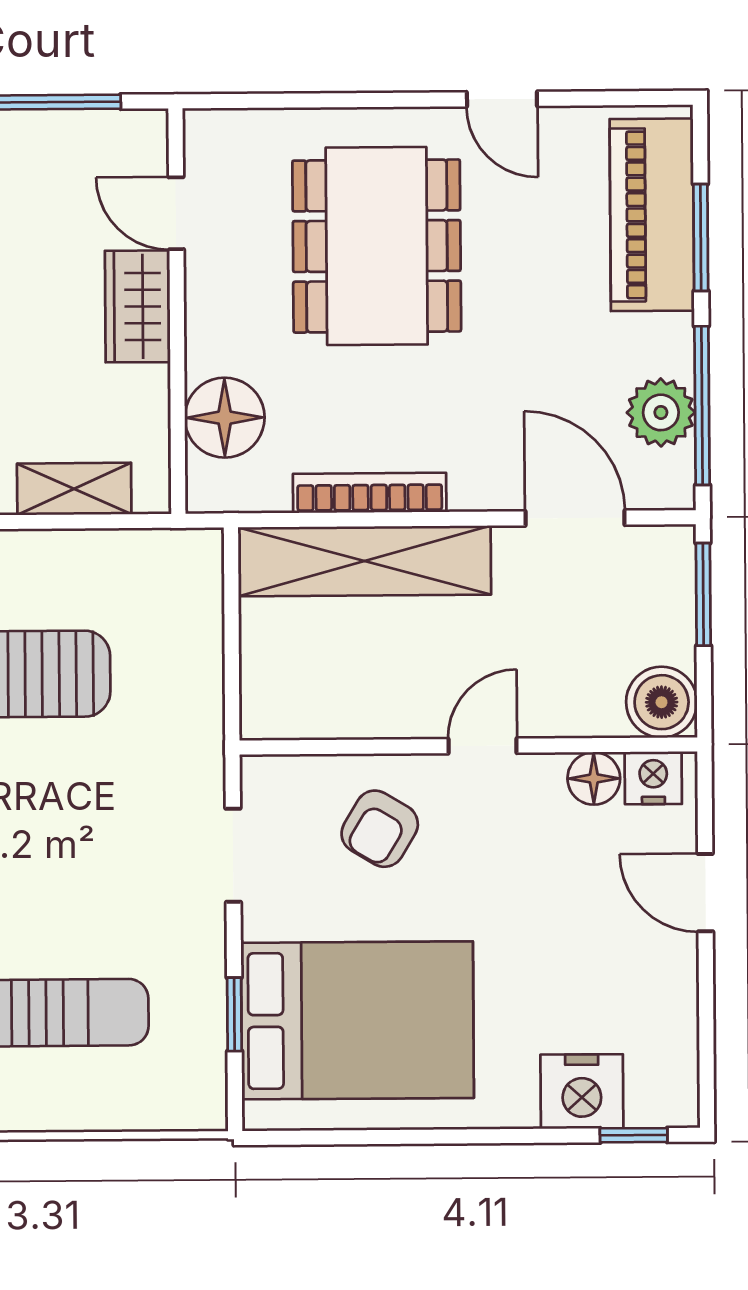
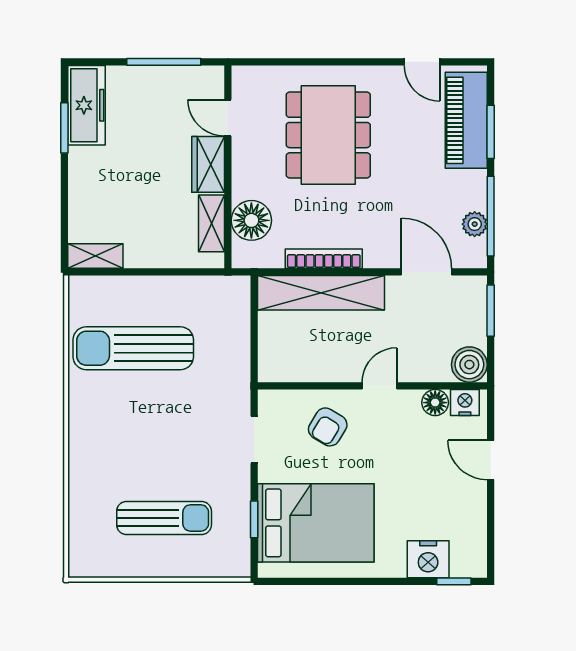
door: (502, 99) -> (422, 62), moved
plant: (661, 412) -> (475, 224), width x0.73, depth x0.73
shelving: (74, 489) -> (212, 223), moved, turned 90

